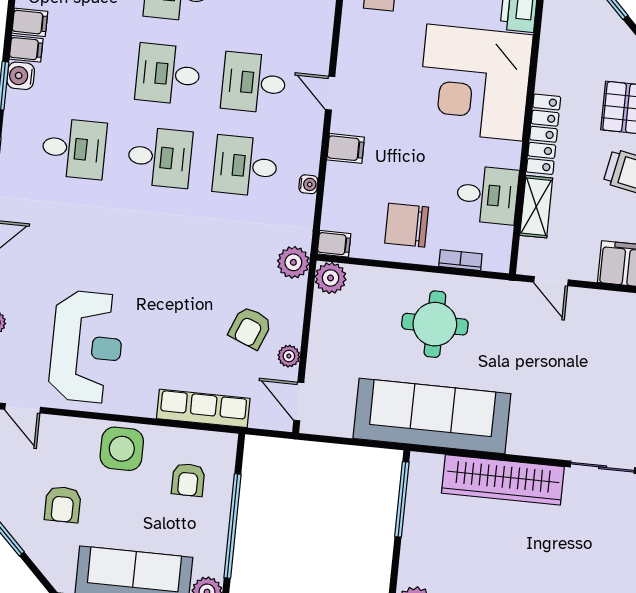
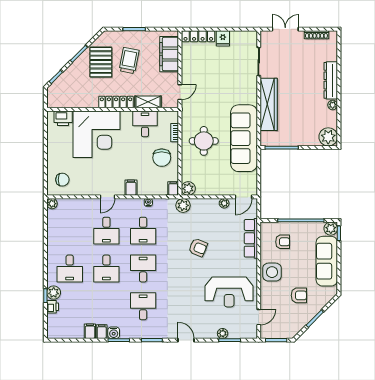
armchair: (250, 328) -> (198, 248), moved
reception desk: (87, 347) -> (229, 292), turned 180

